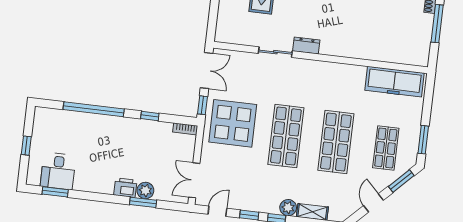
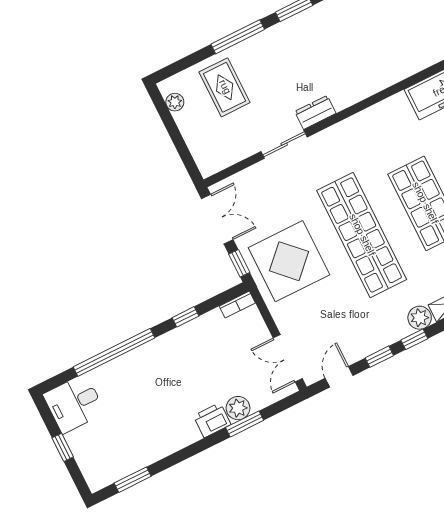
shop shelf: (286, 136) -> (362, 235), width x1.40
desk: (58, 171) -> (74, 404), moved, turned 90

